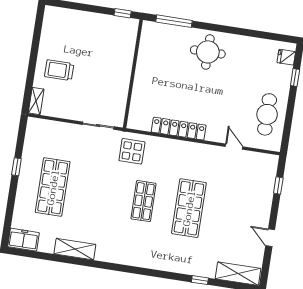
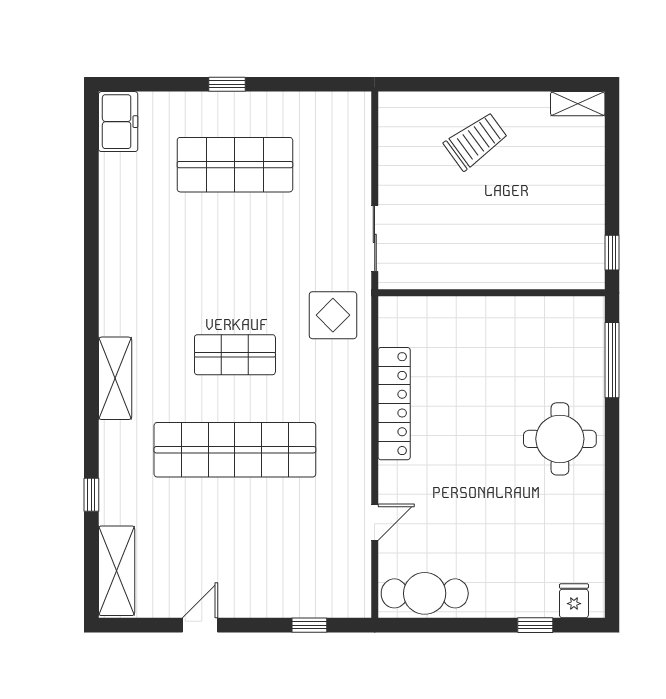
trolley: (59, 70) -> (476, 141), turned 54
shelving: (36, 101) -> (578, 104), moved
cafe table: (267, 114) -> (425, 593), moved
window: (16, 167) -> (227, 84), moved
shop shelf: (189, 208) -> (235, 450), width x1.40
shelving: (75, 249) -> (115, 378), moved

